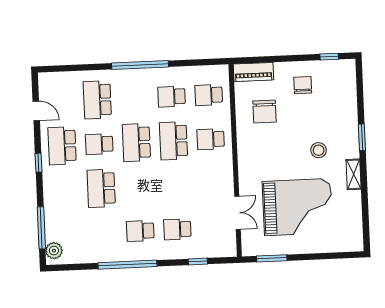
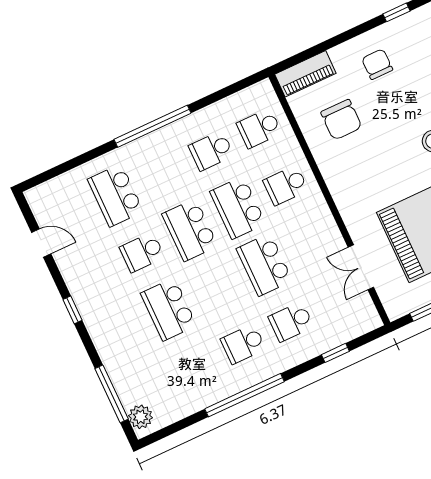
school desk: (62, 146) -> (264, 265), moved
double door: (237, 213) -> (361, 267), swing flipped

